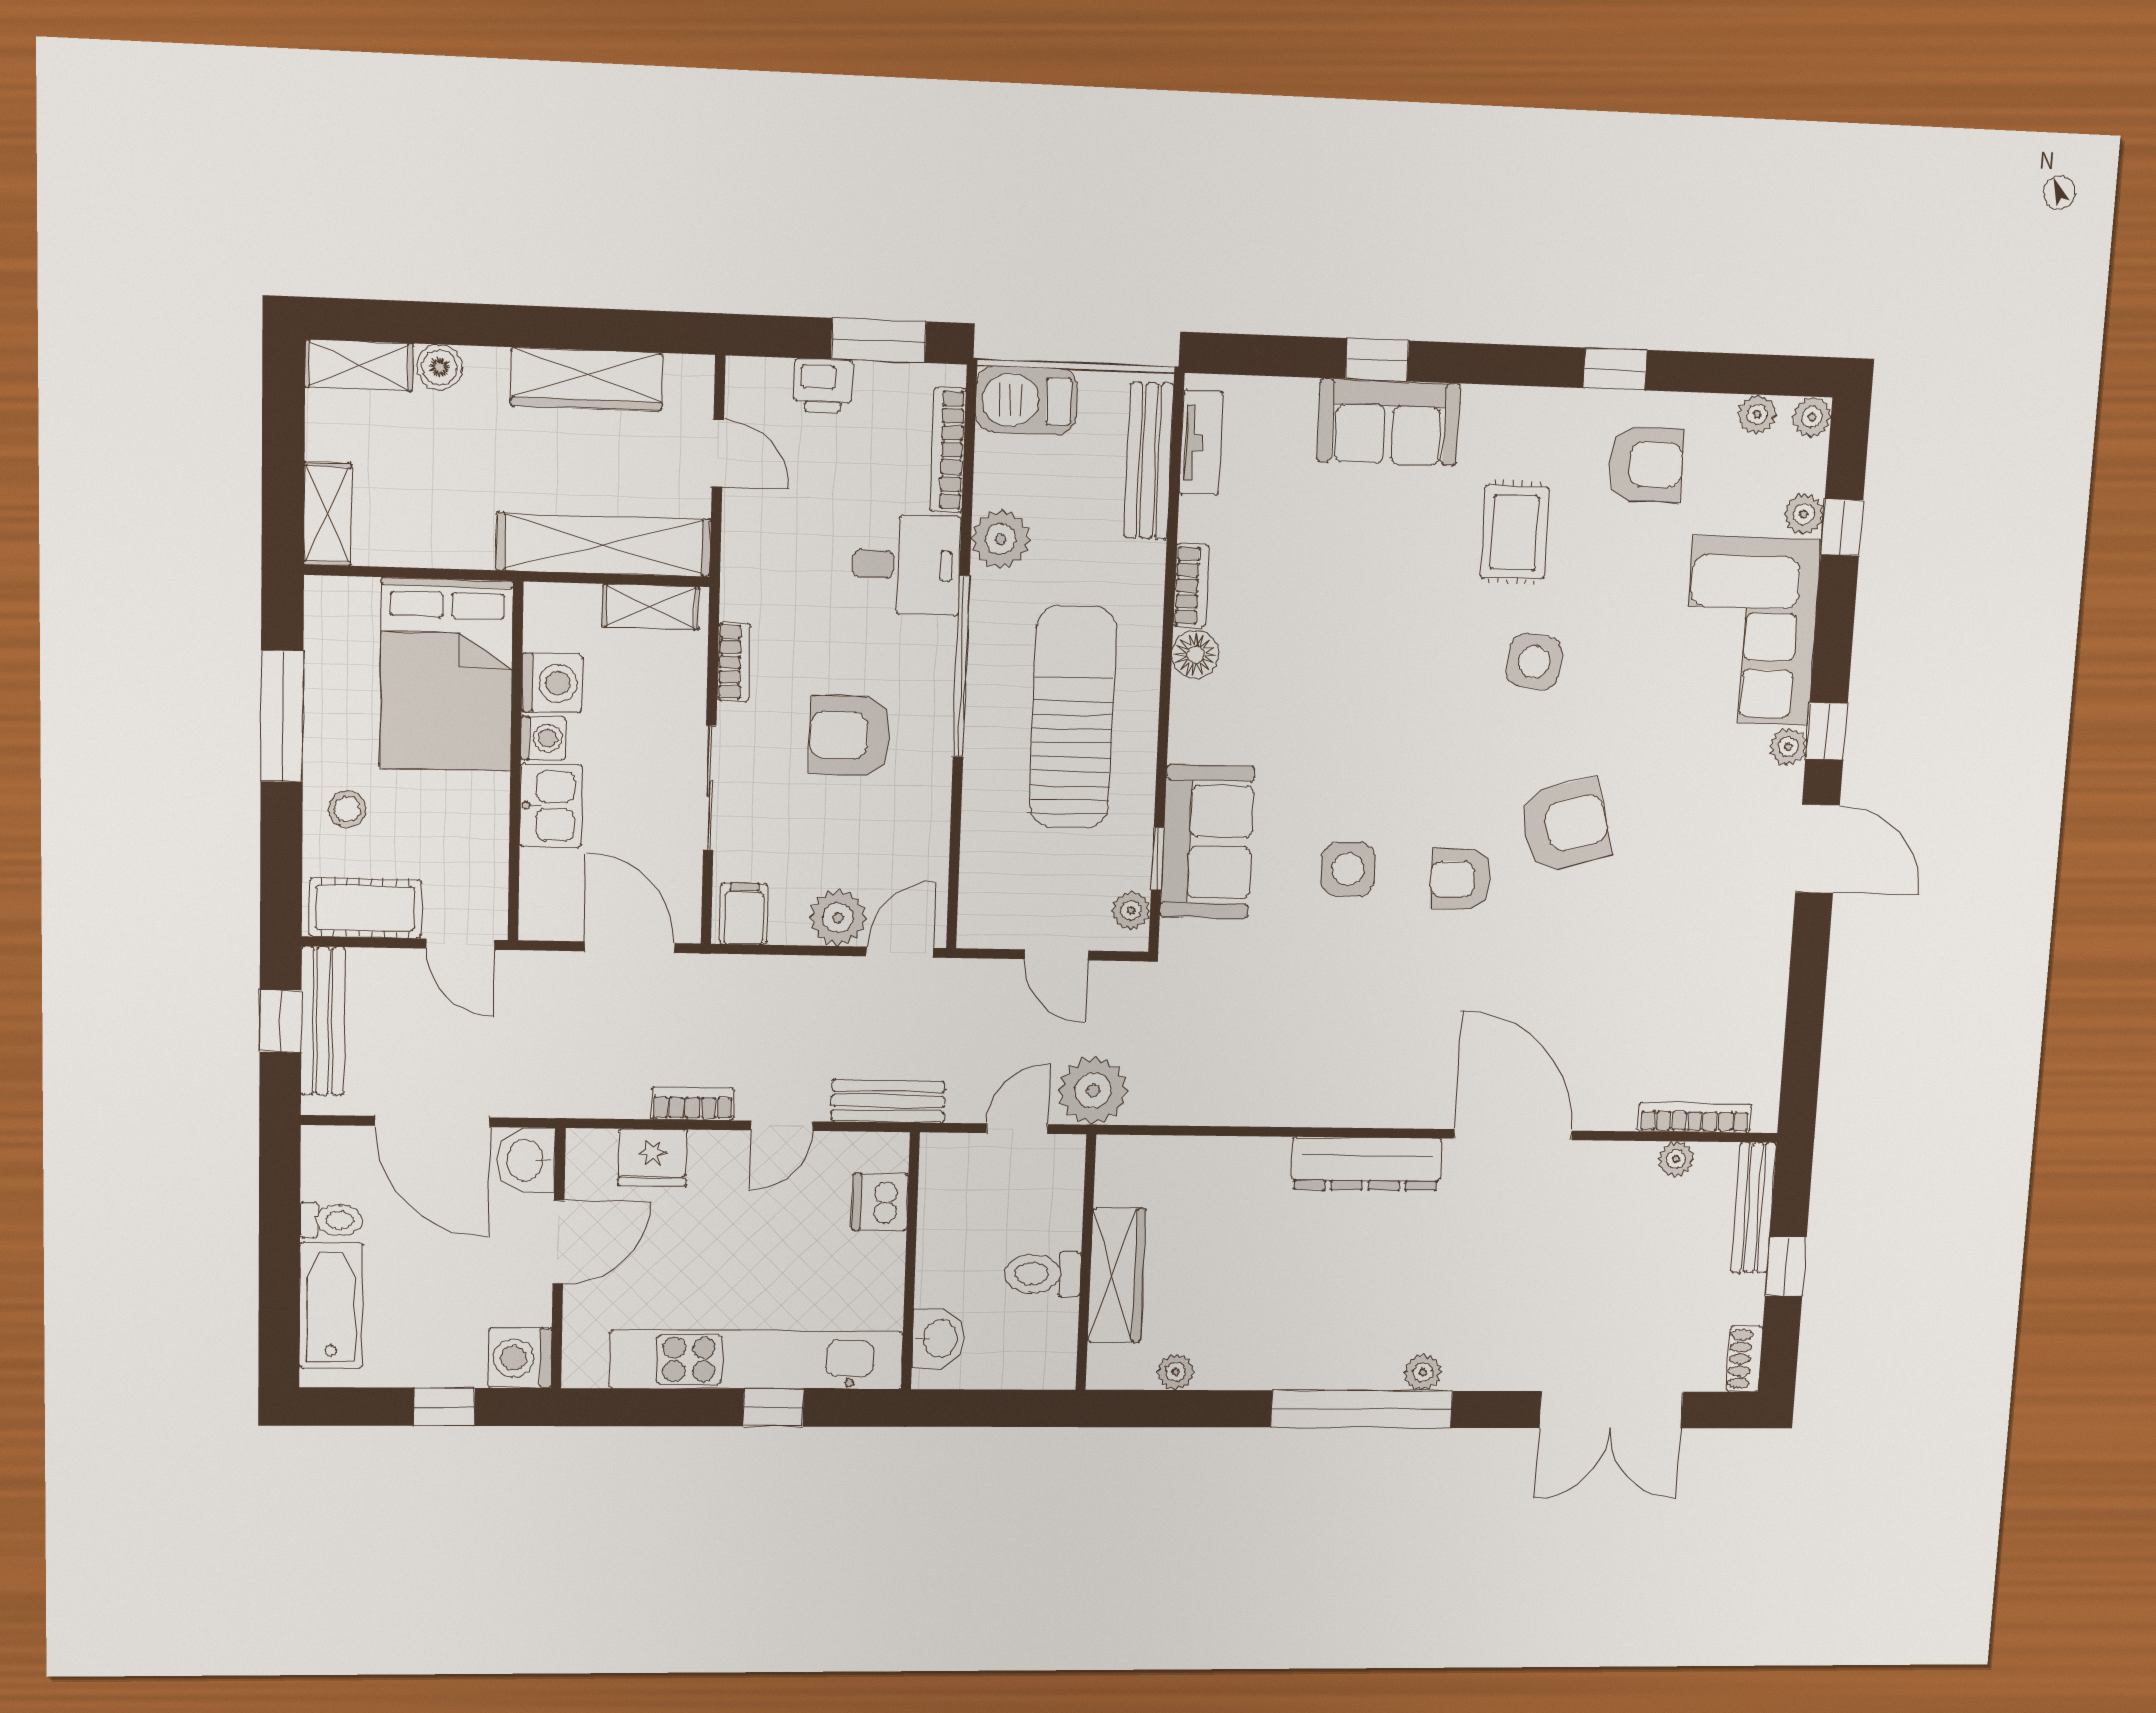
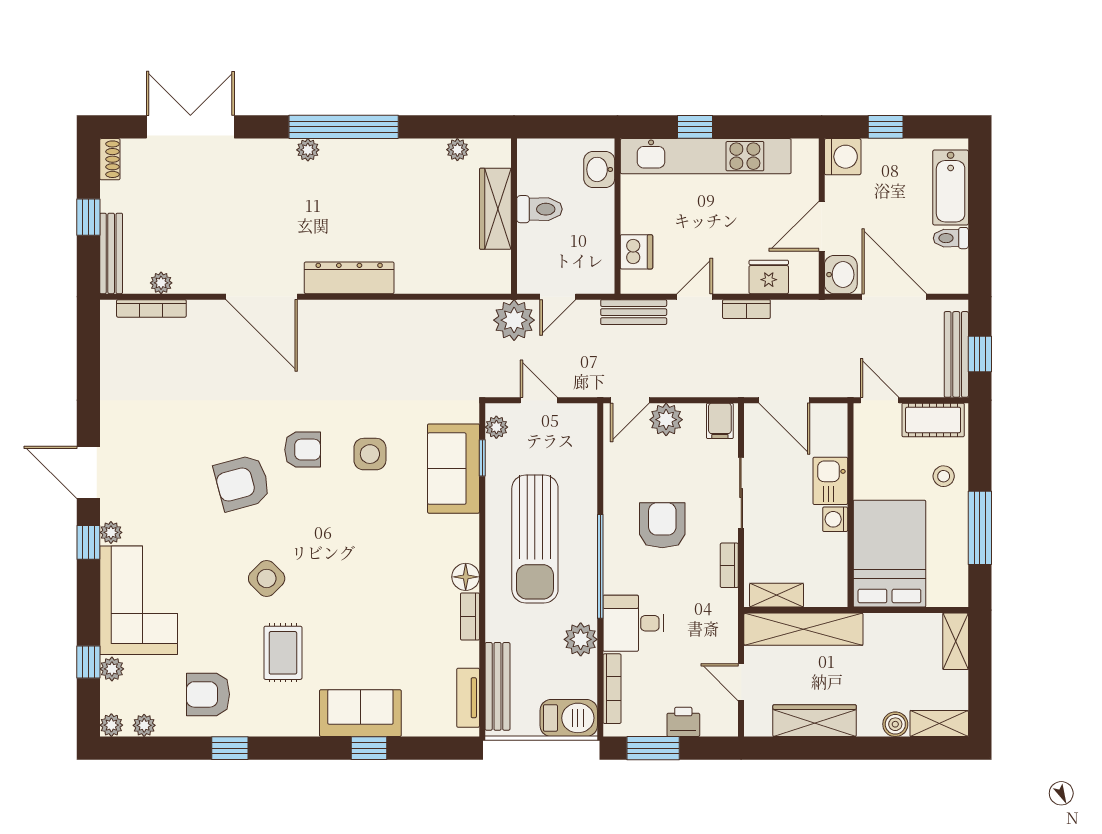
side table: (1534, 662) -> (267, 578), turned 38
washing machine: (552, 683) -> (831, 551), removed
armchair: (850, 735) -> (662, 525), turned -90

